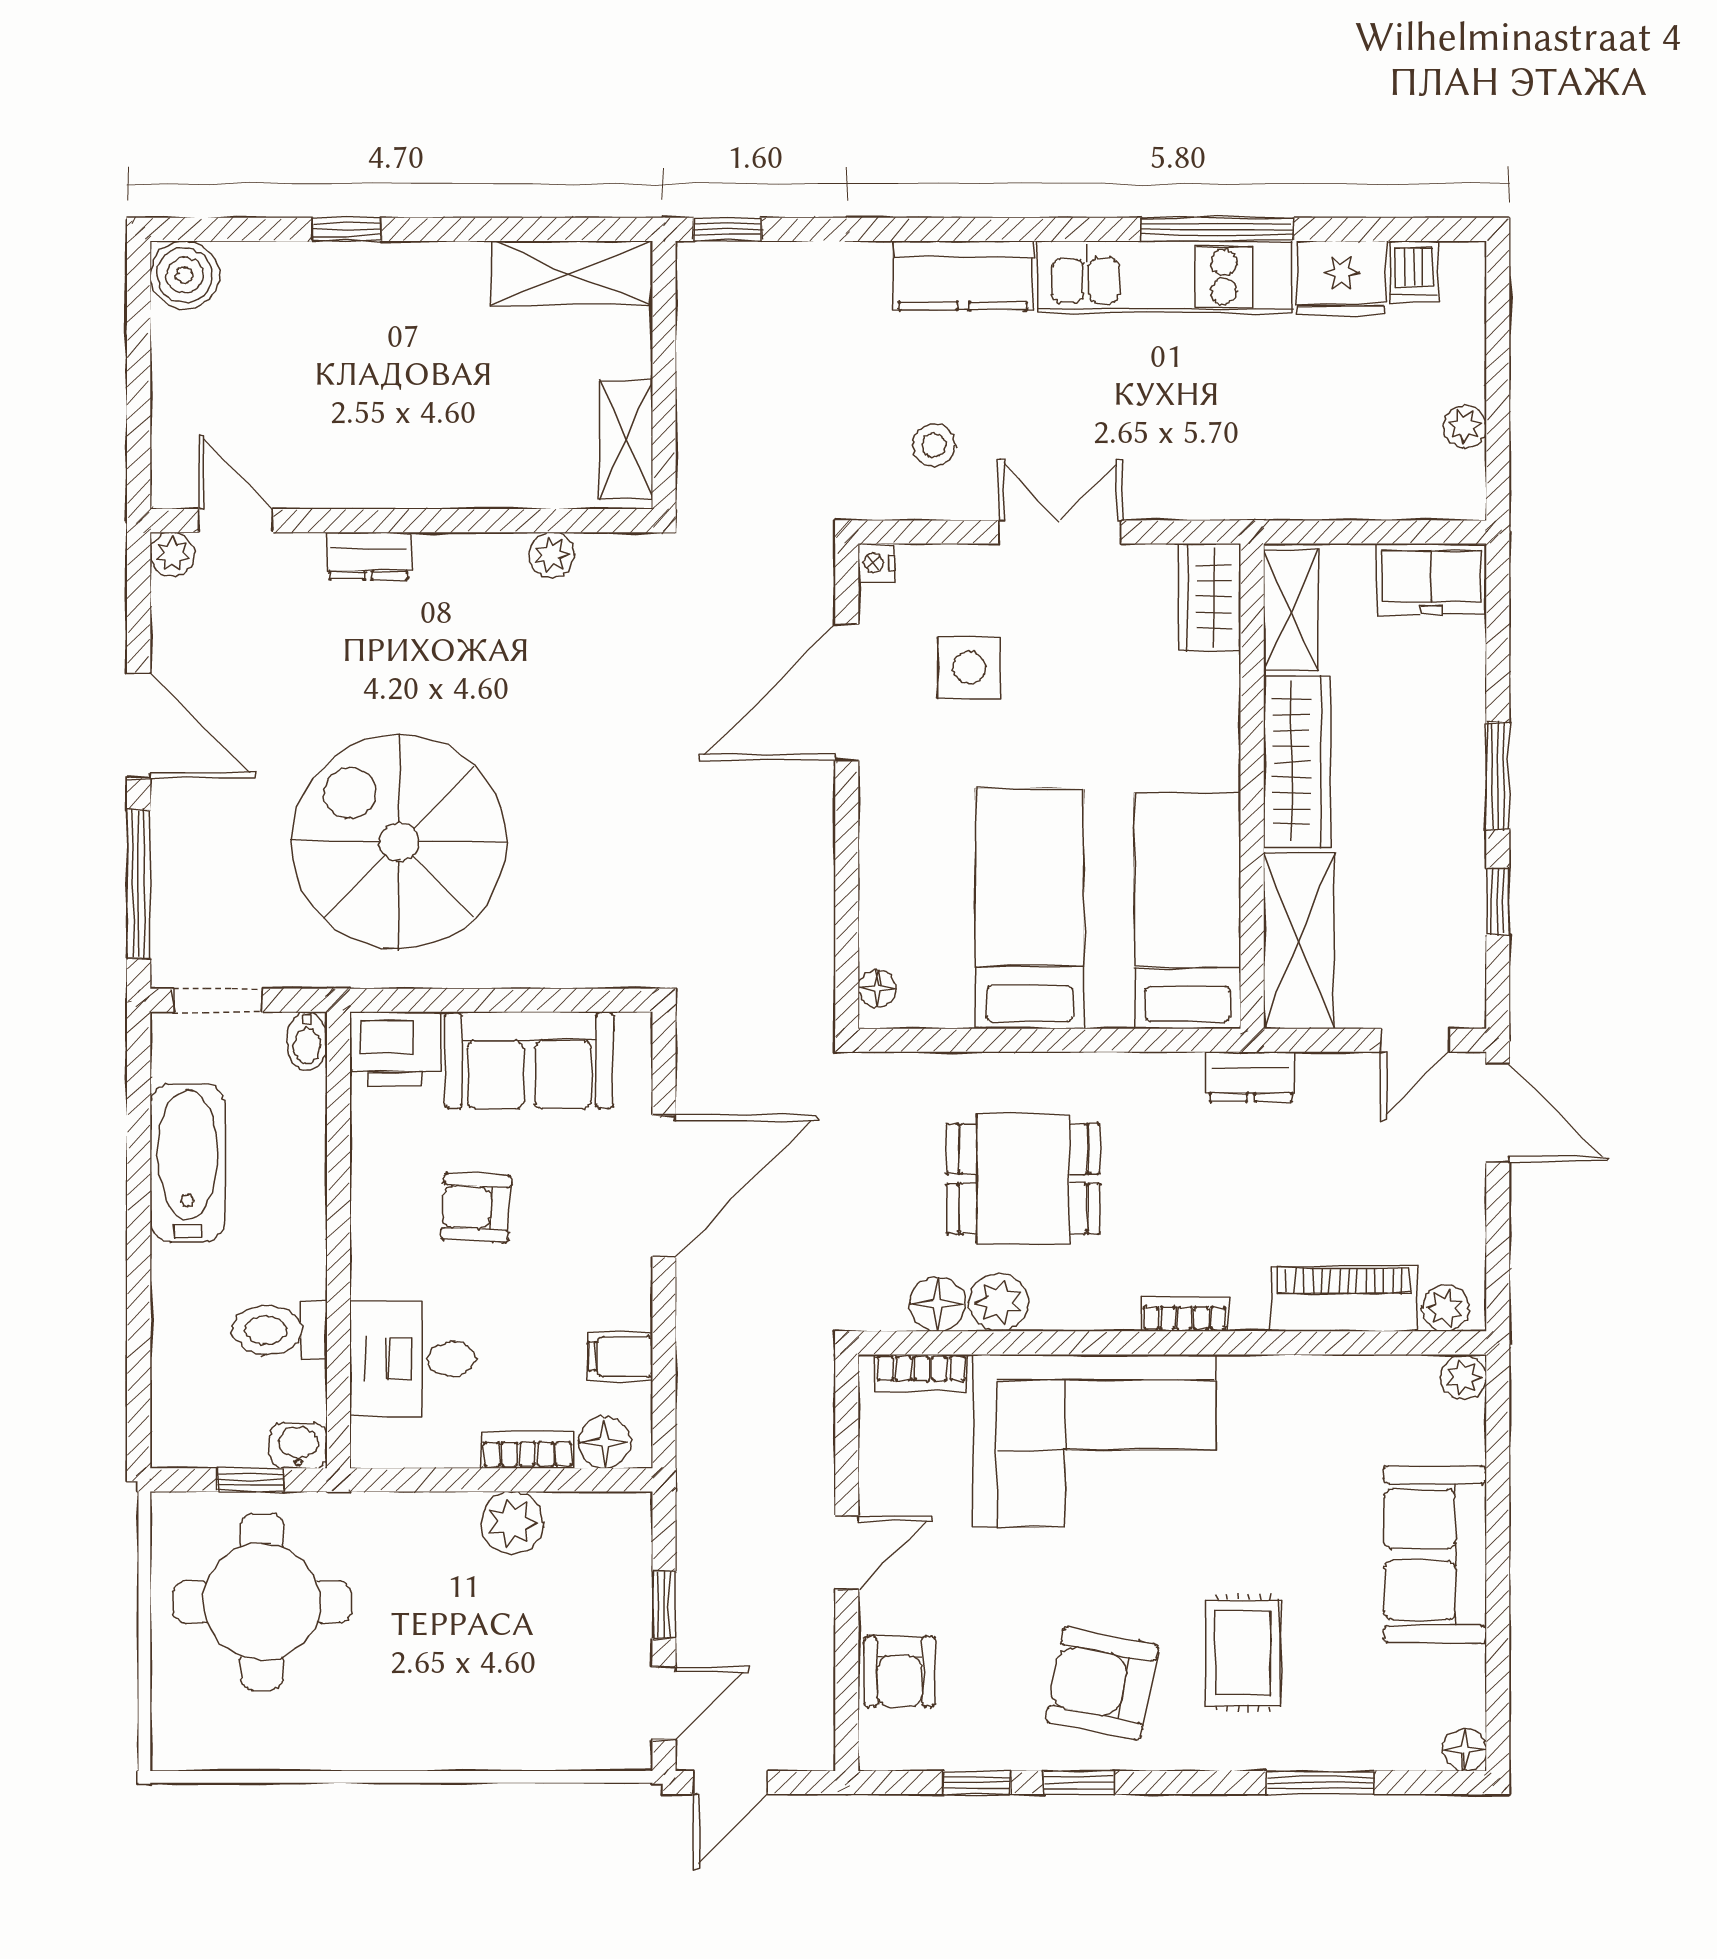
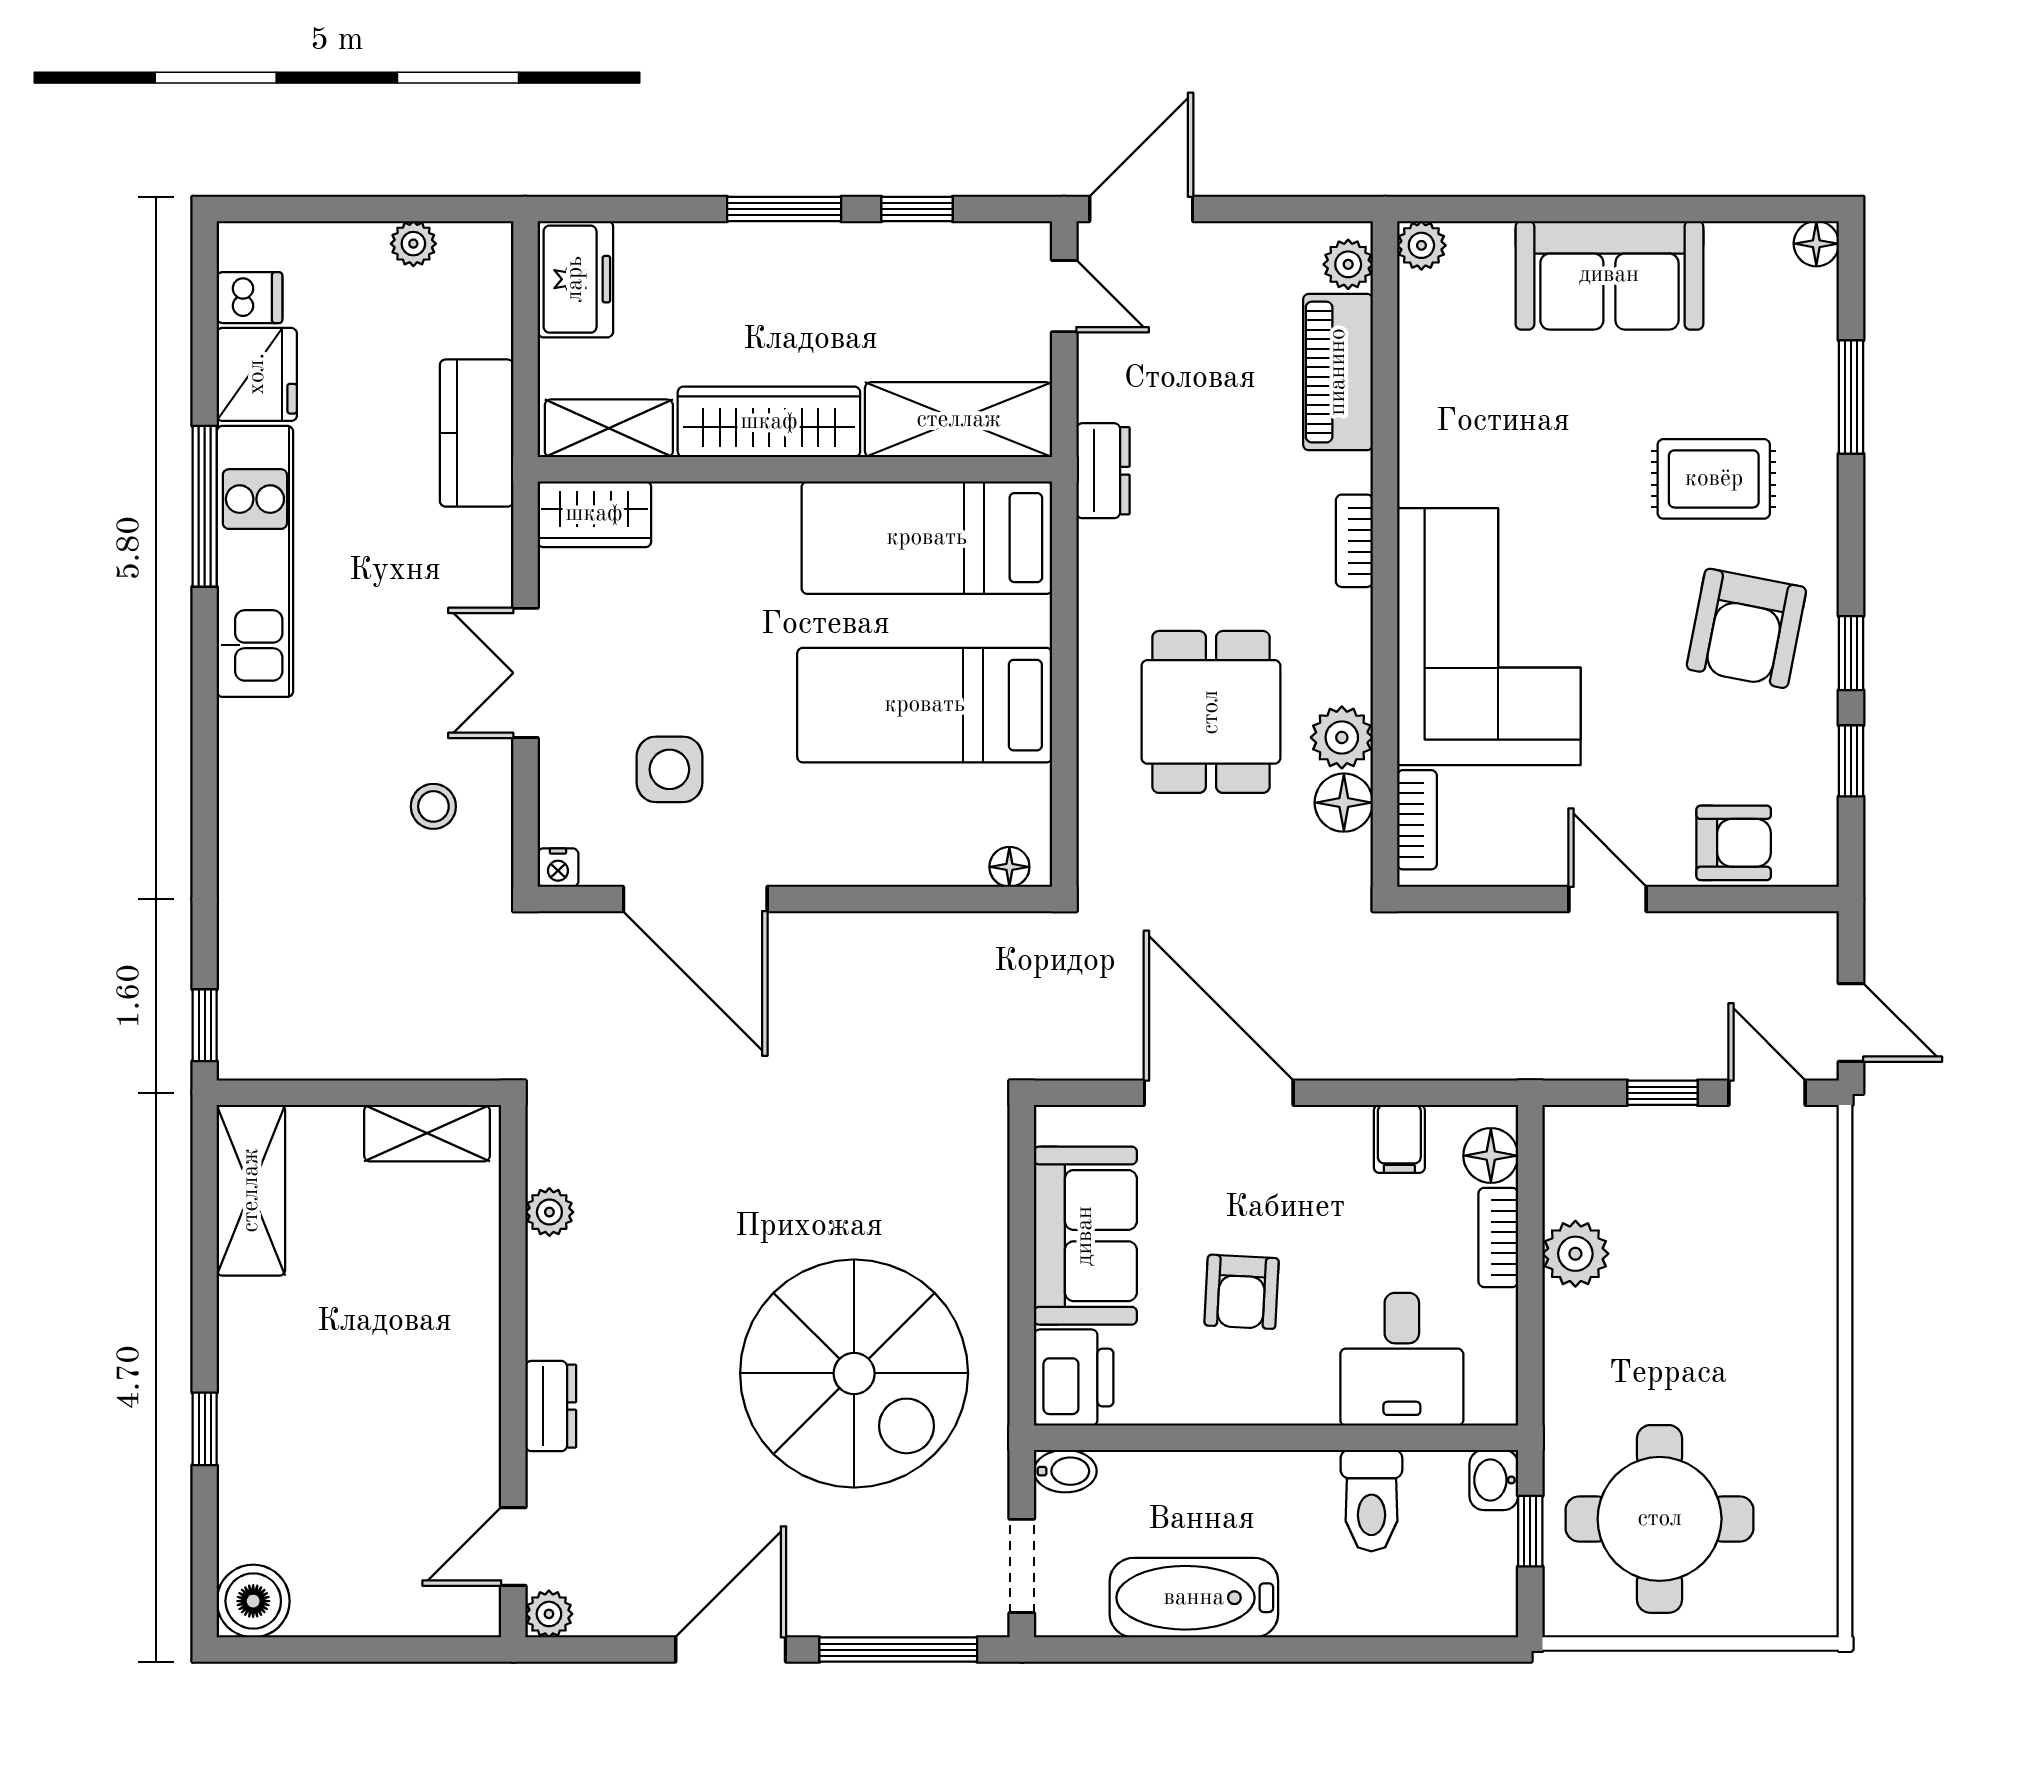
kitchen counter: (963, 275) -> (477, 433), moved, turned 180
spiral stairs: (399, 842) -> (854, 1373), turned -90

